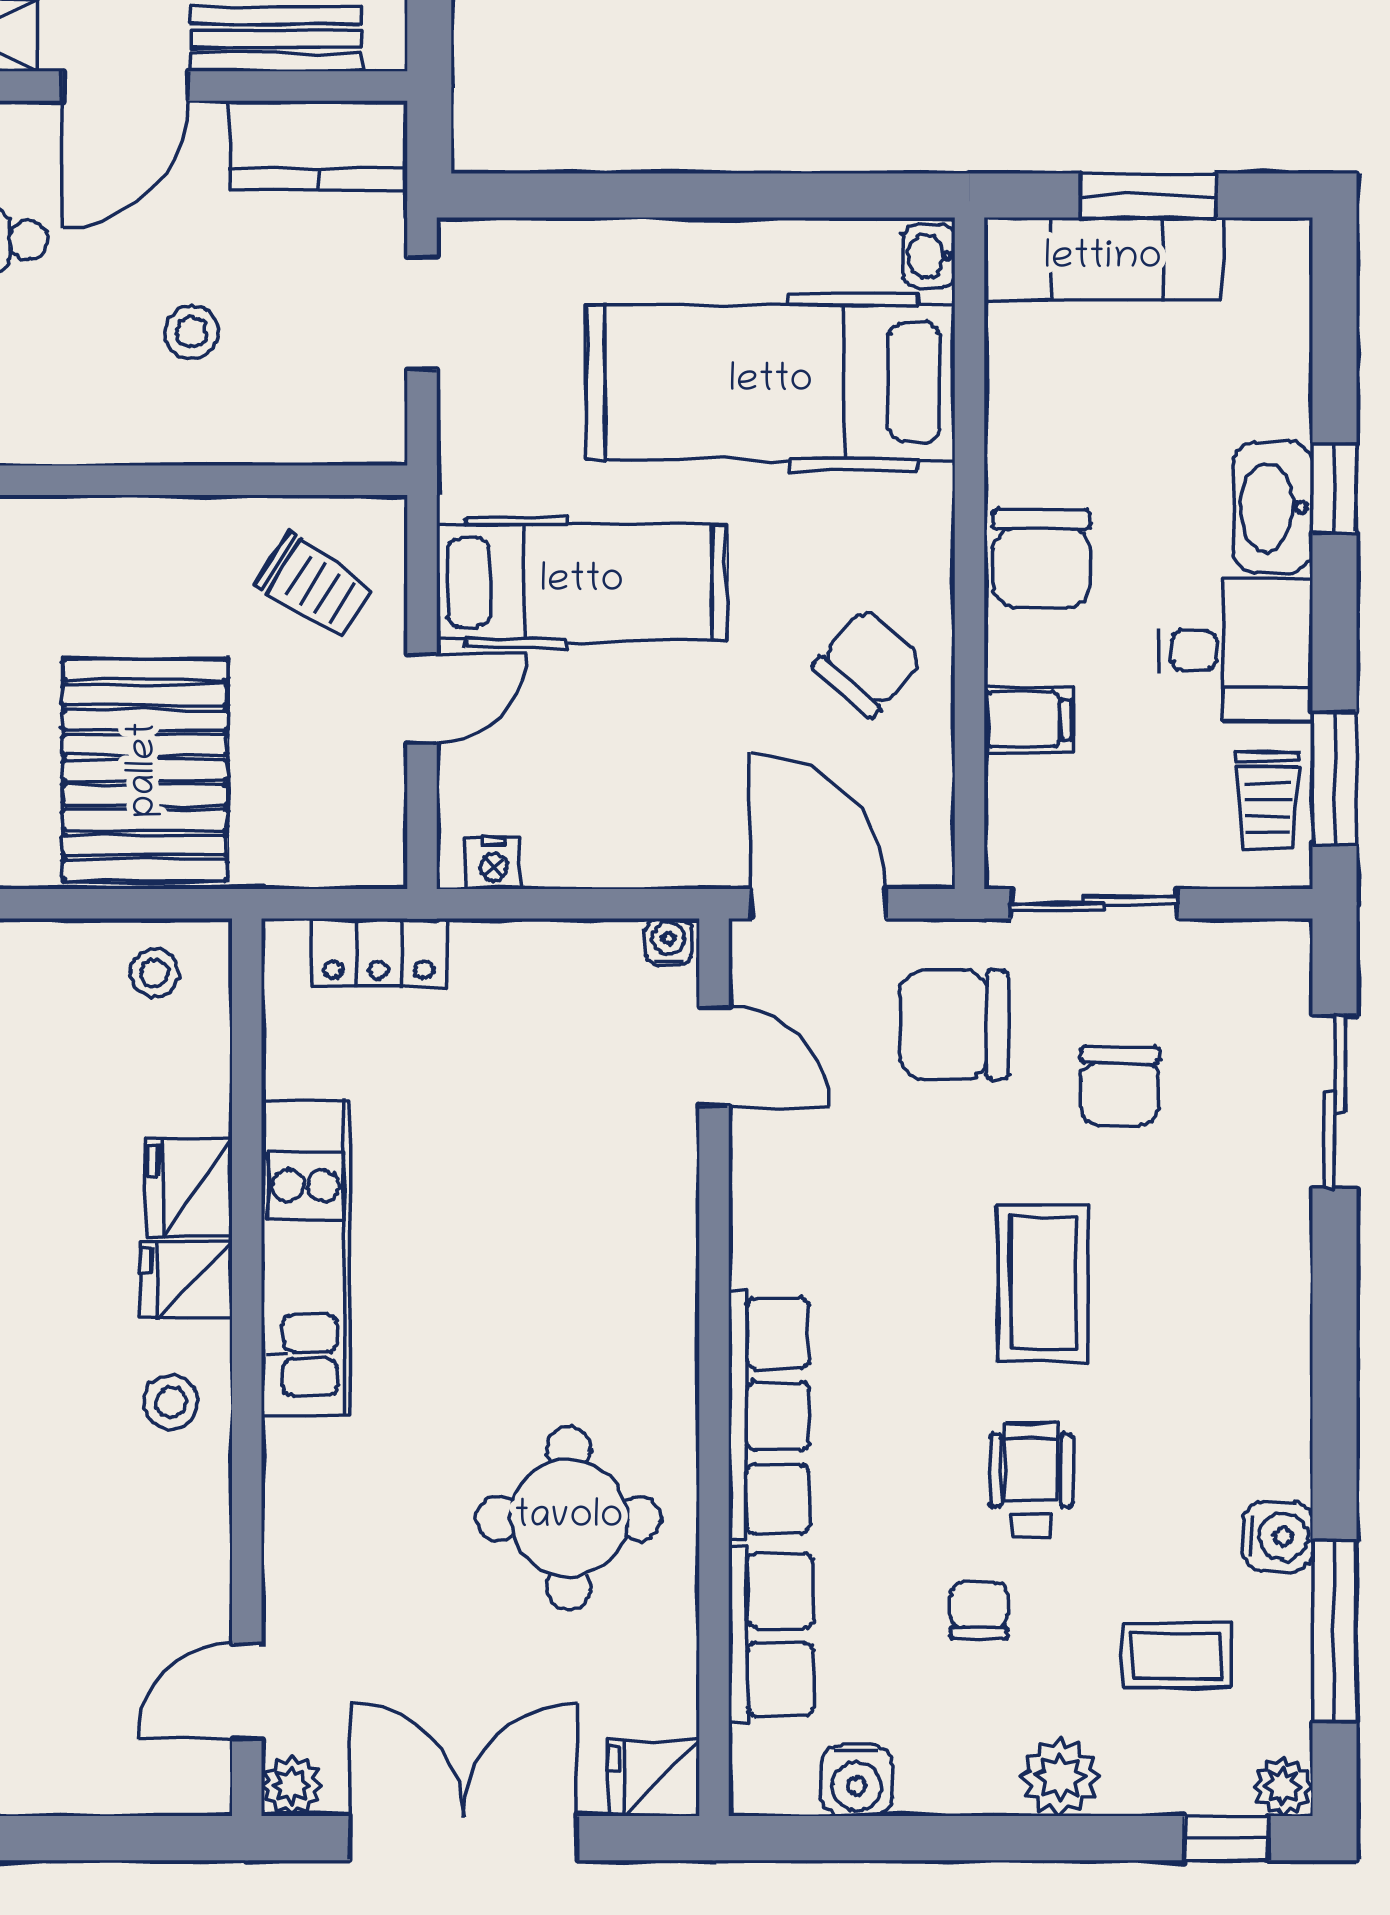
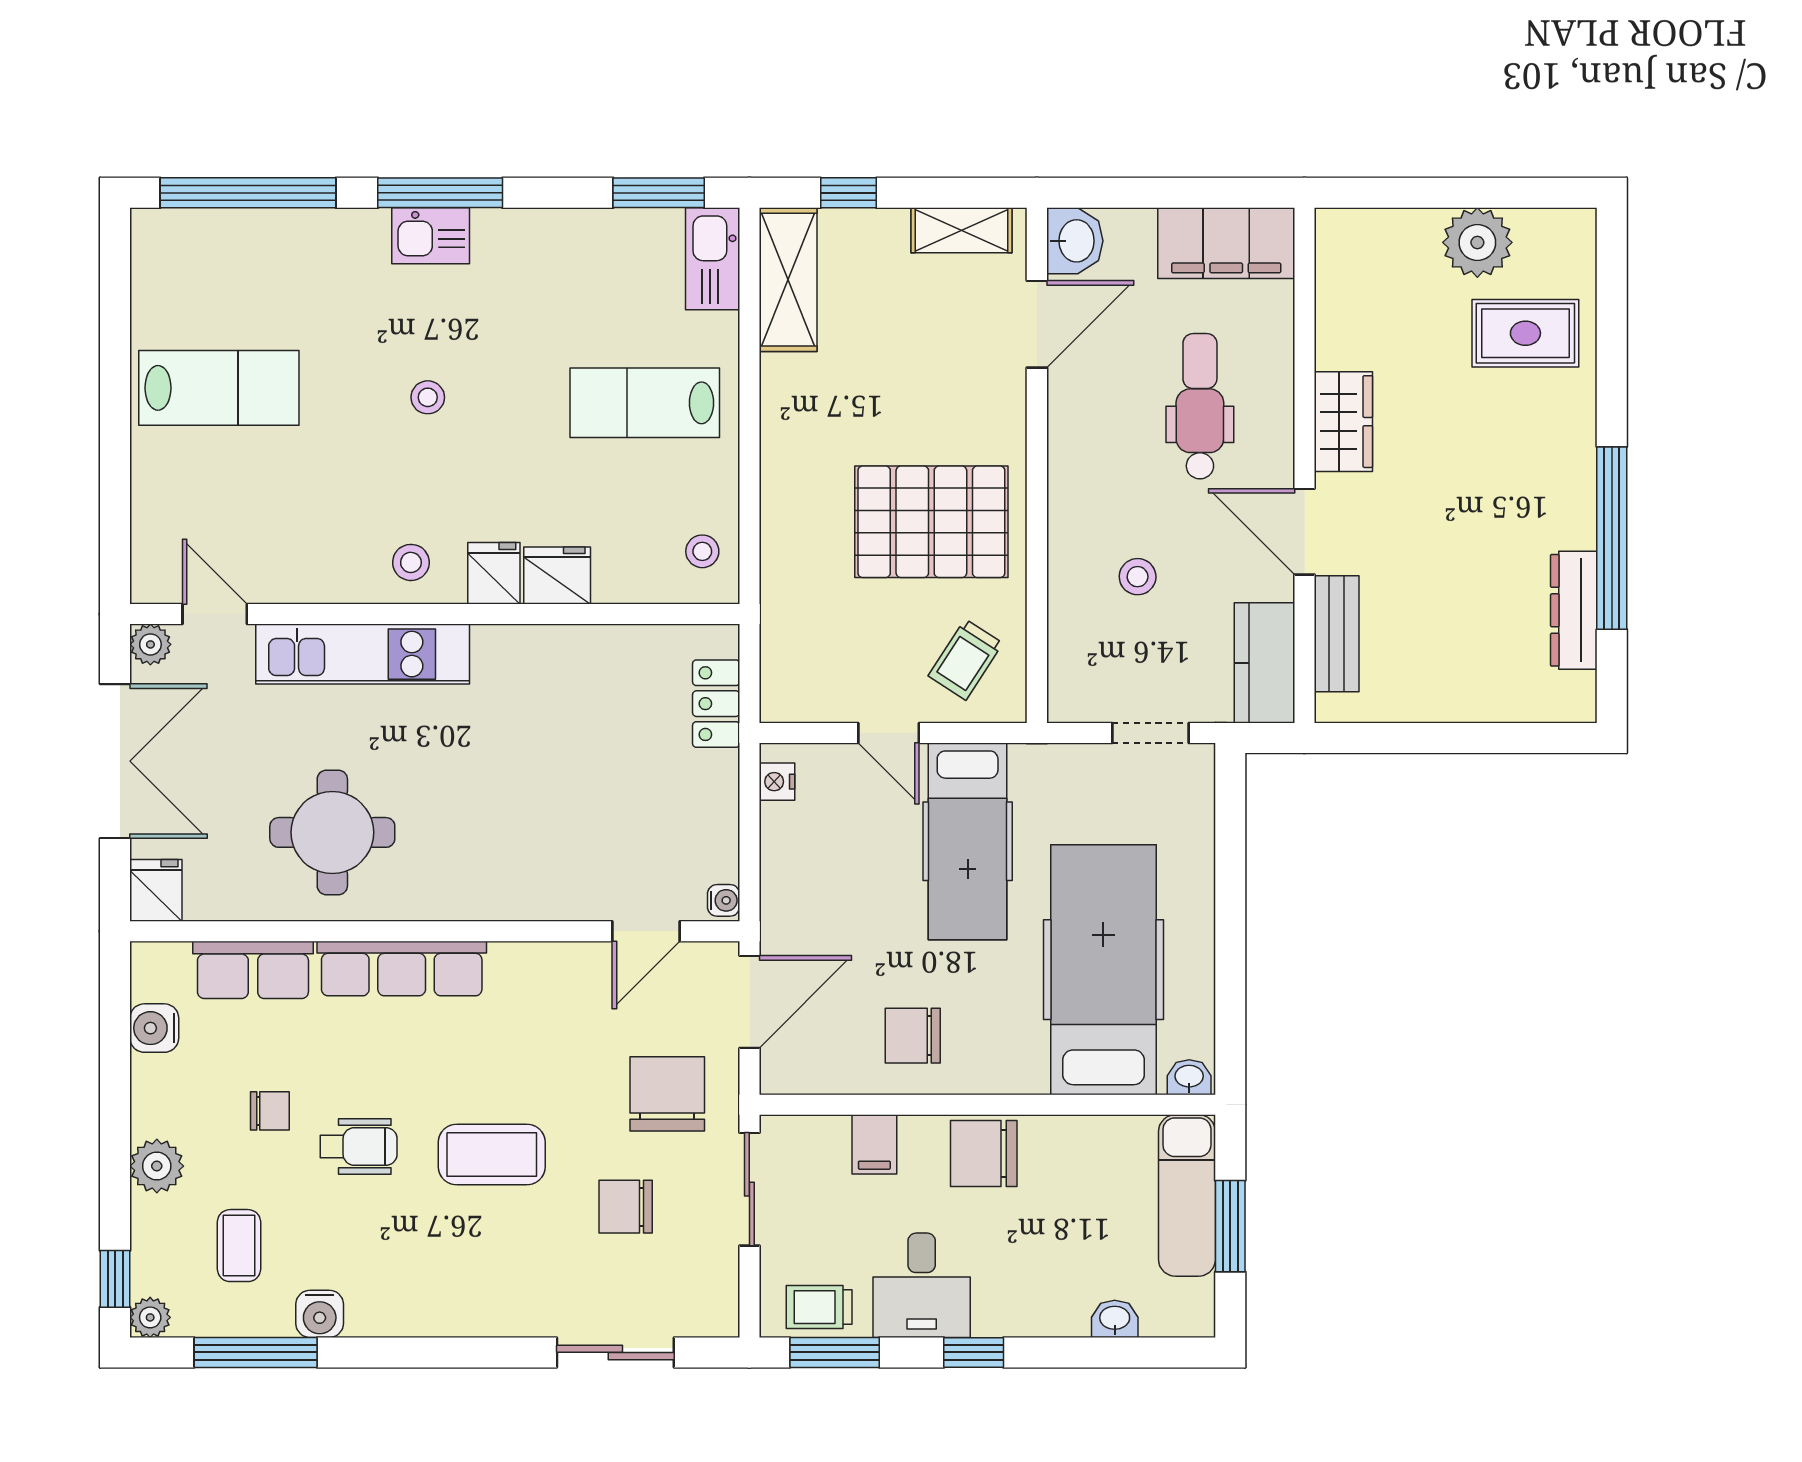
window: (1335, 489) -> (974, 1352), moved
washbasin: (1273, 507) -> (1115, 1319), moved, width x0.52, depth x0.69
chair: (868, 663) -> (913, 1036), turned 139
pallet: (145, 770) -> (931, 522), moved
kitchen unit: (306, 1258) -> (363, 654), moved

